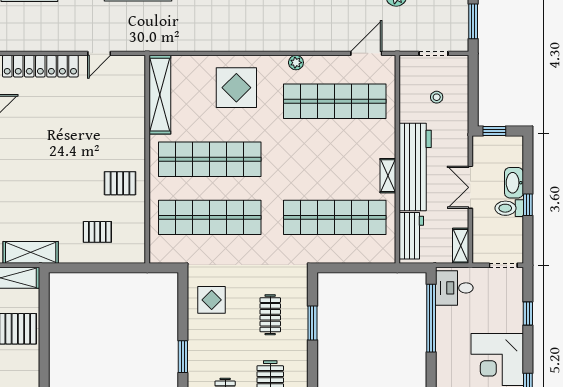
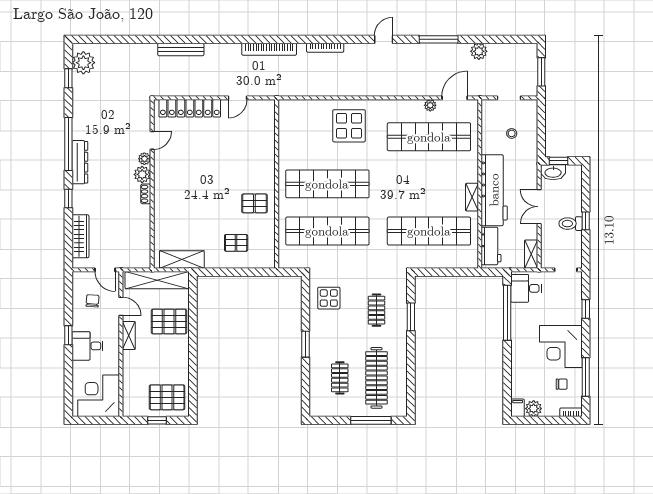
plant: (296, 63) -> (430, 105), moved
shelving: (160, 95) -> (287, 131), removed
washbasin: (514, 183) -> (553, 172), moved, turned -90

